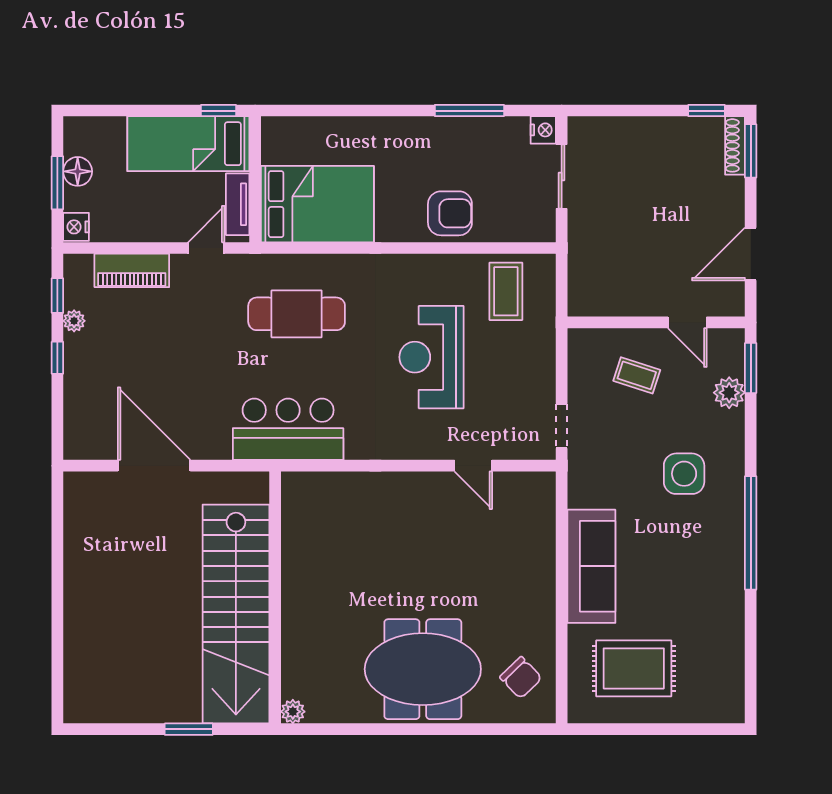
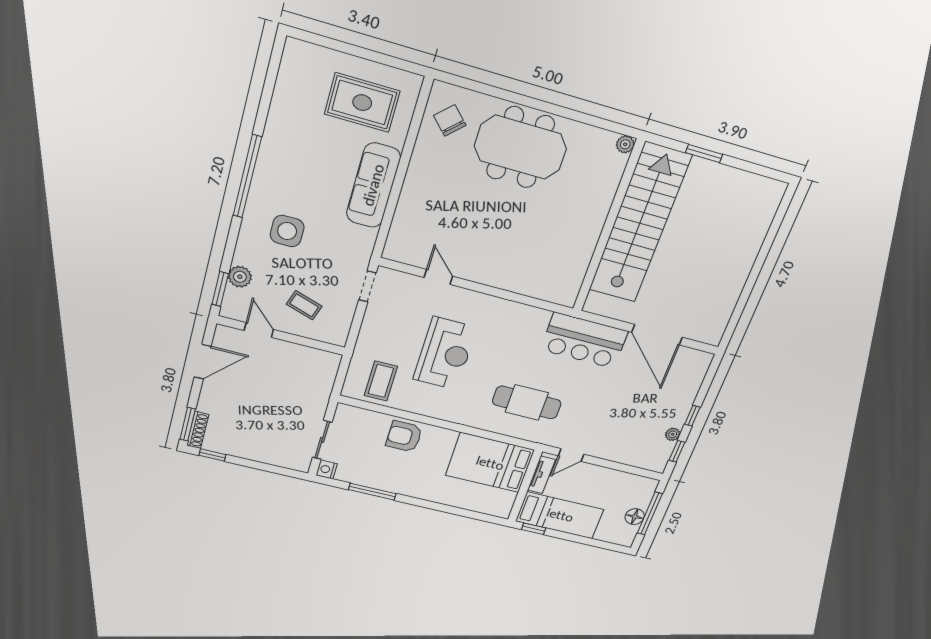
window: (57, 183) -> (650, 513), width x1.44
nightstand: (76, 227) -> (649, 487), removed
piano: (132, 270) -> (624, 454), removed
bar counter: (288, 429) -> (584, 341), moved

